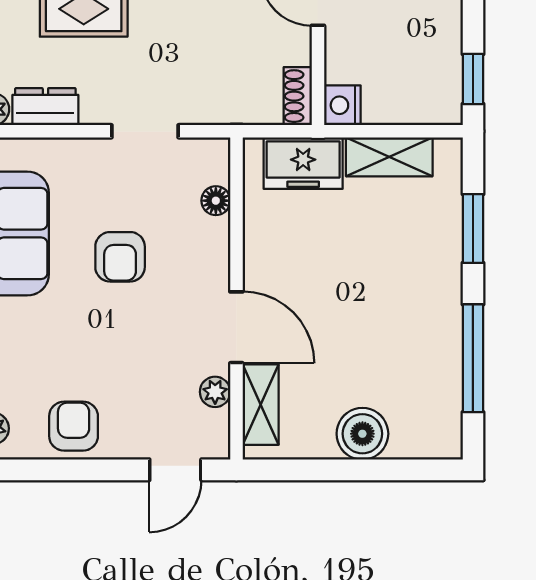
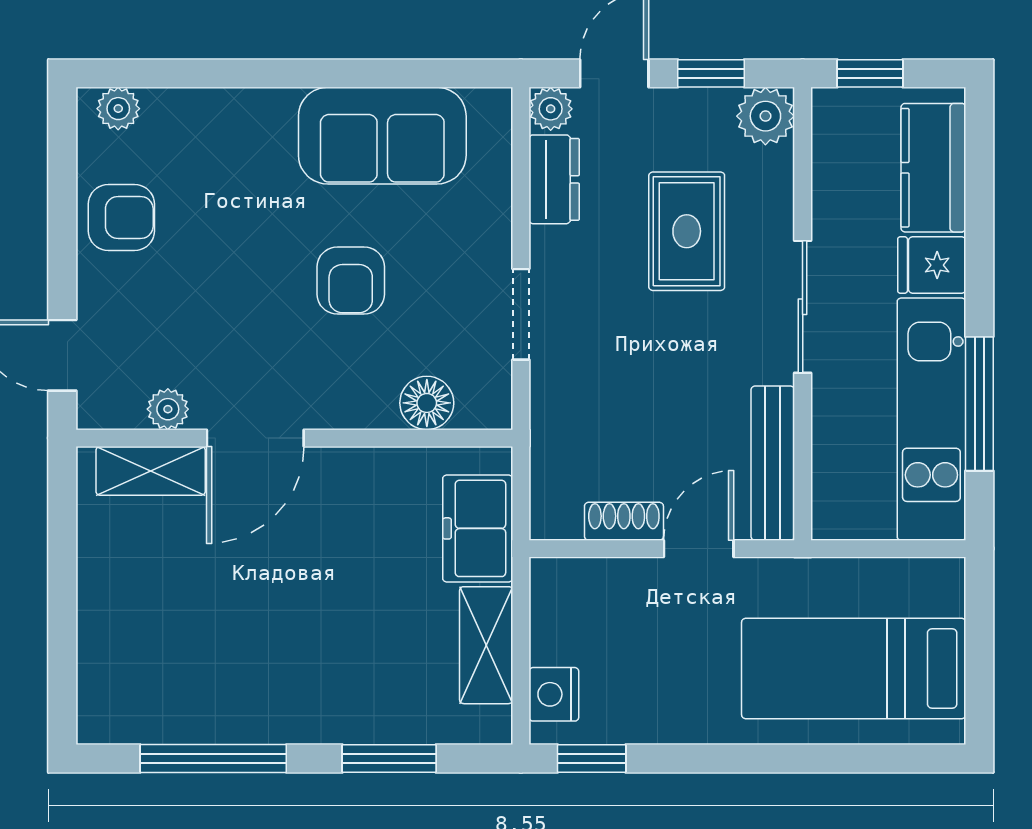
shoe rack: (298, 96) -> (624, 521), moved
nightstand: (342, 105) -> (554, 694), moved, turned -90
floor lamp: (216, 201) -> (427, 403), width x1.37, depth x1.37
armchair: (120, 257) -> (351, 281), turned -90
boiler: (362, 434) -> (111, 609), removed

